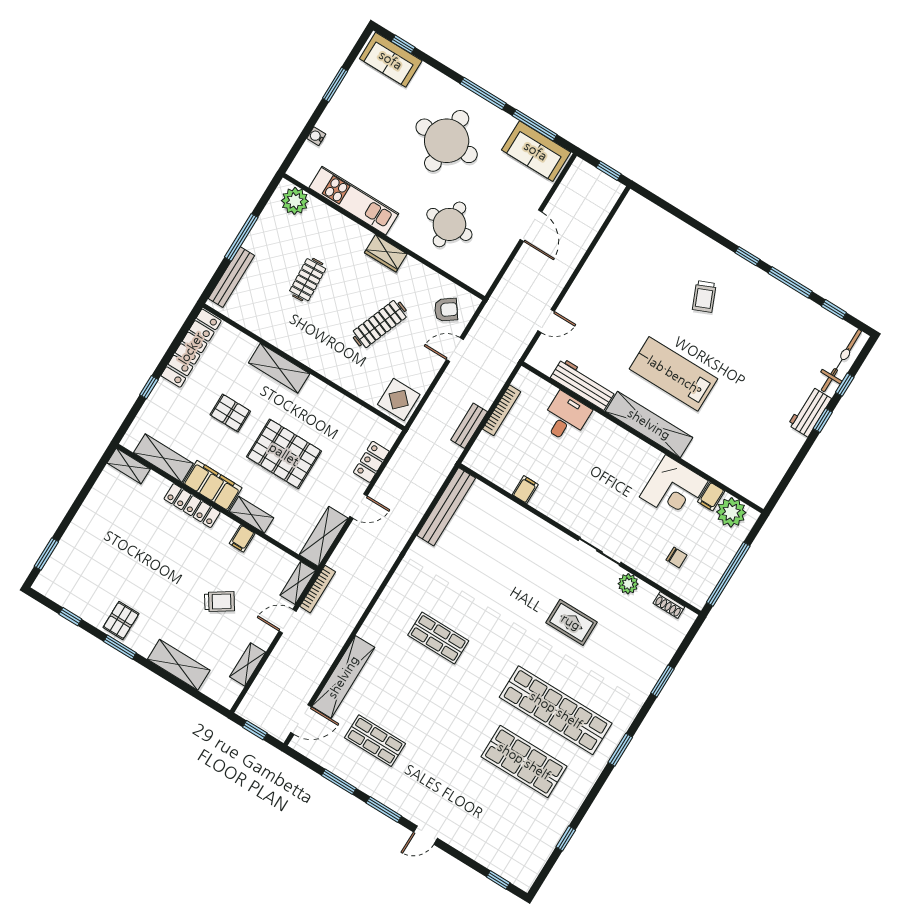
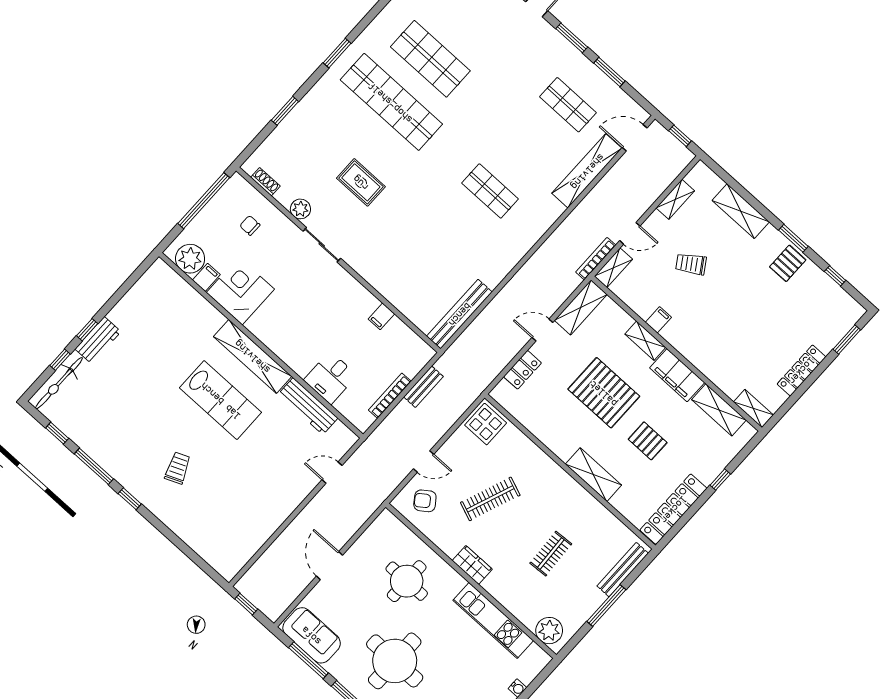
locker: (192, 506) -> (801, 370), moved, turned -90

